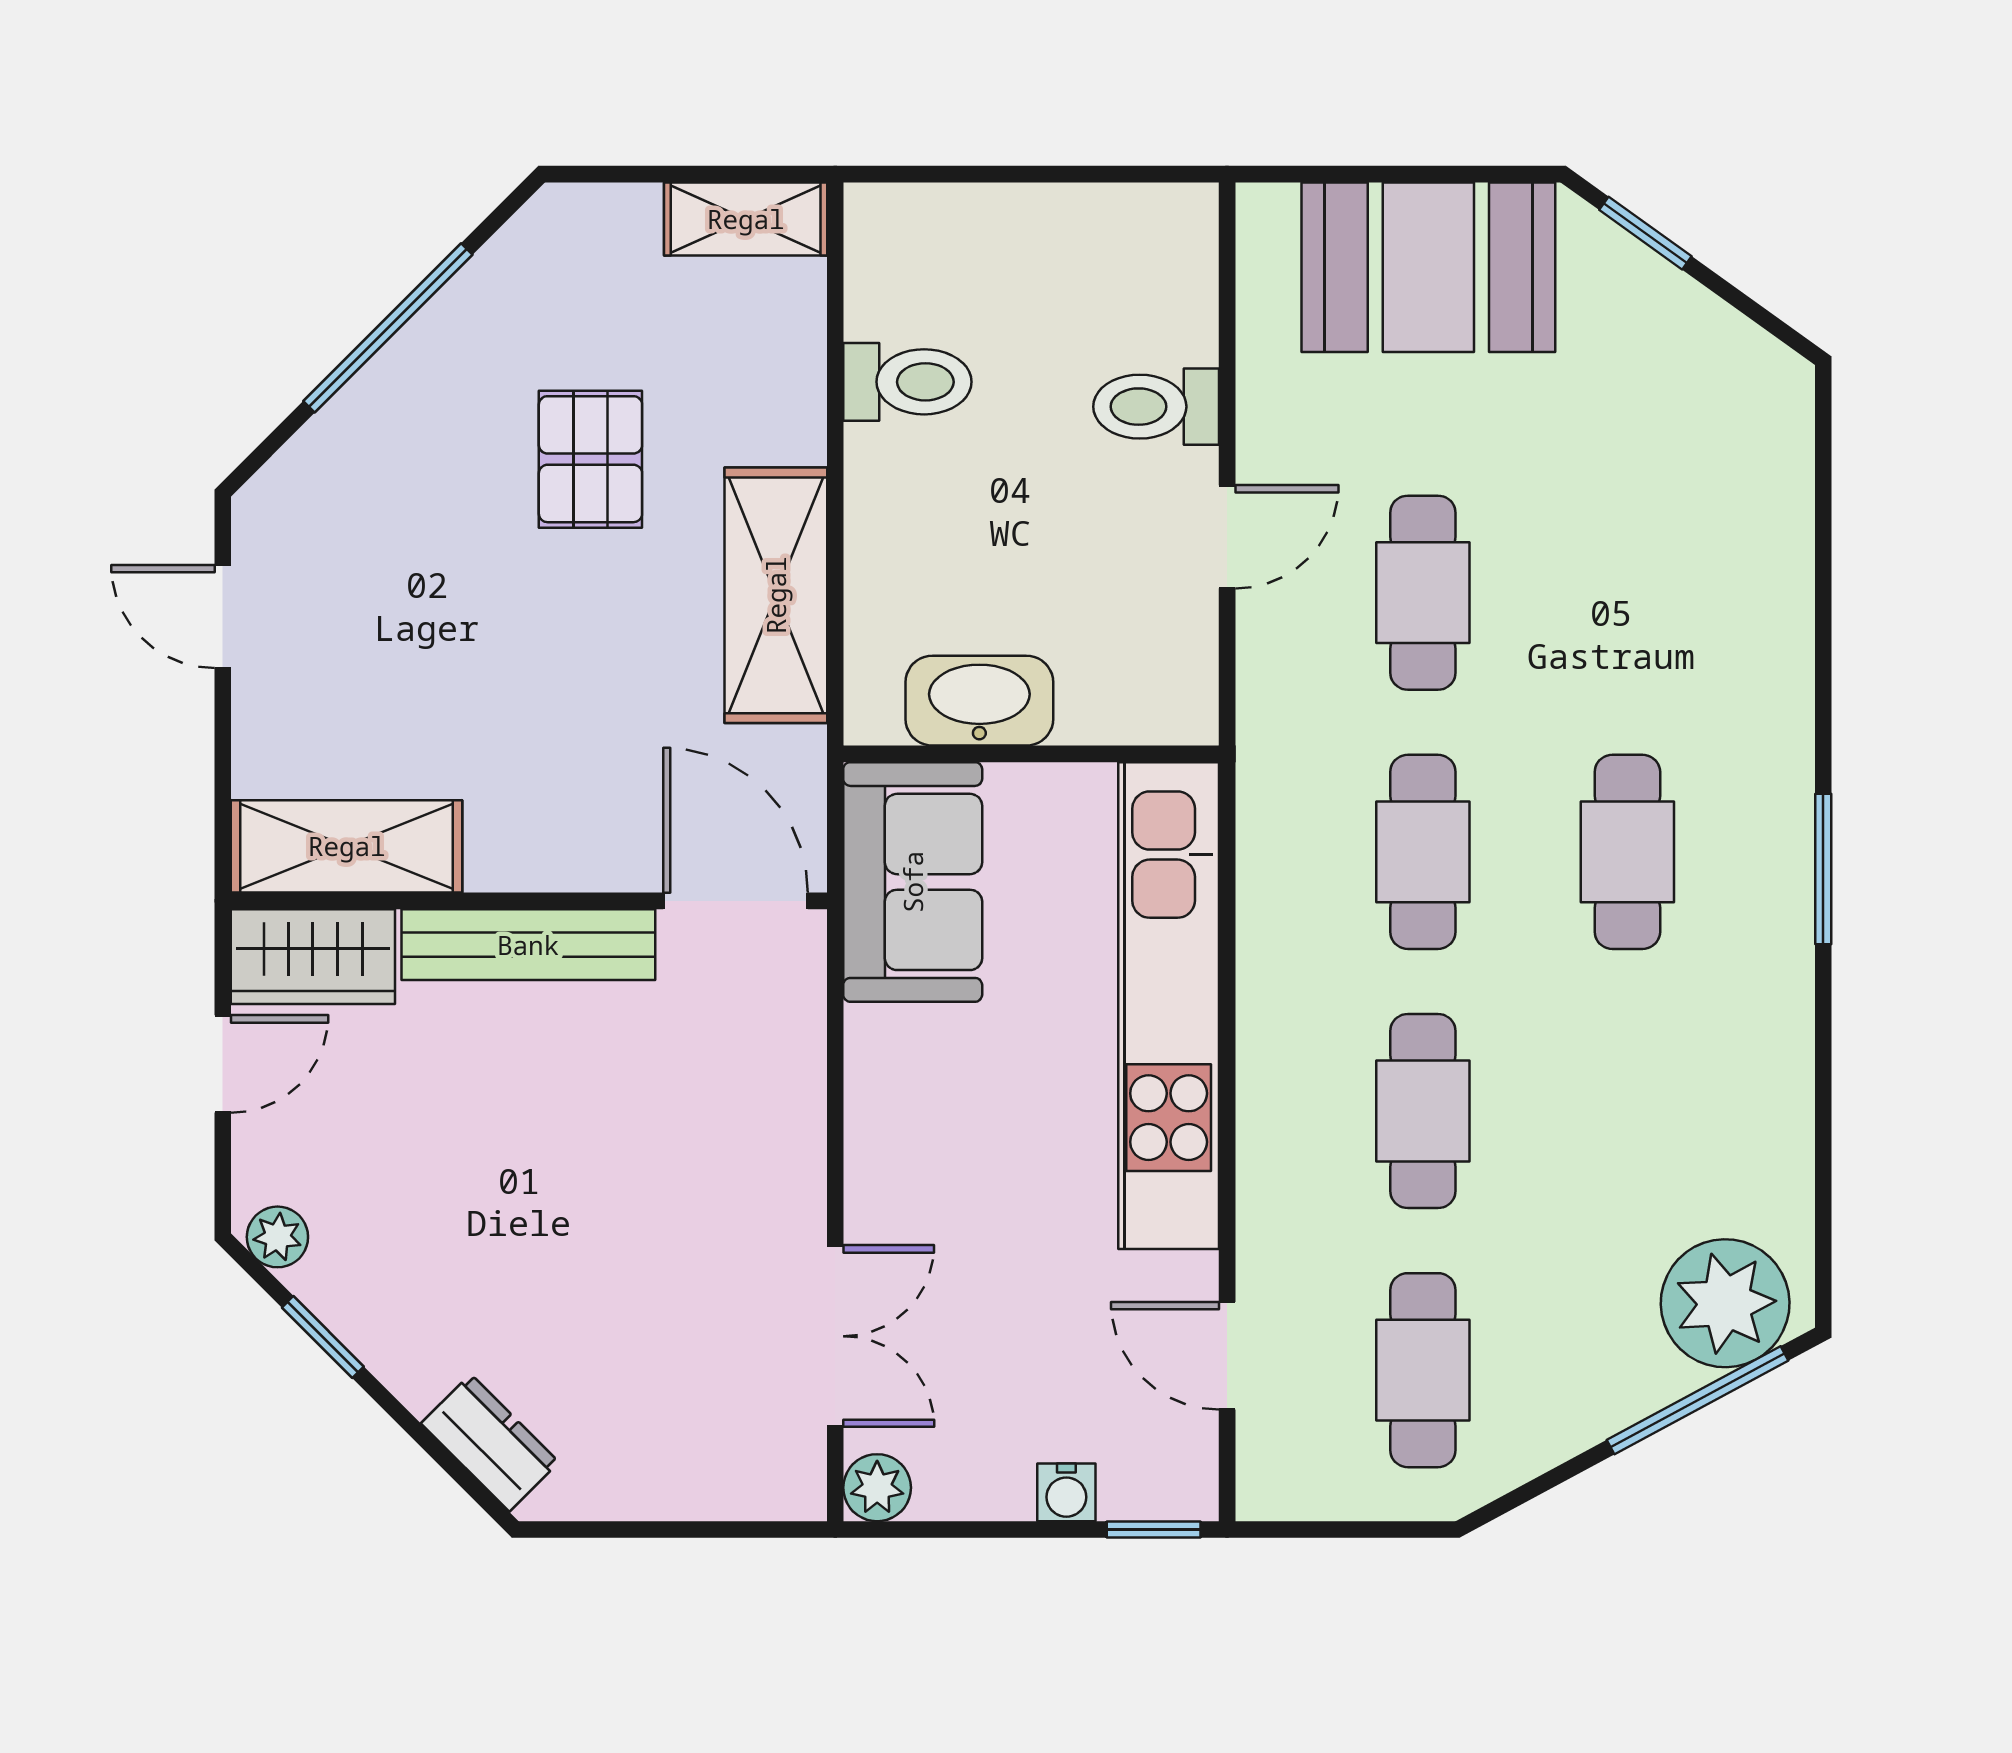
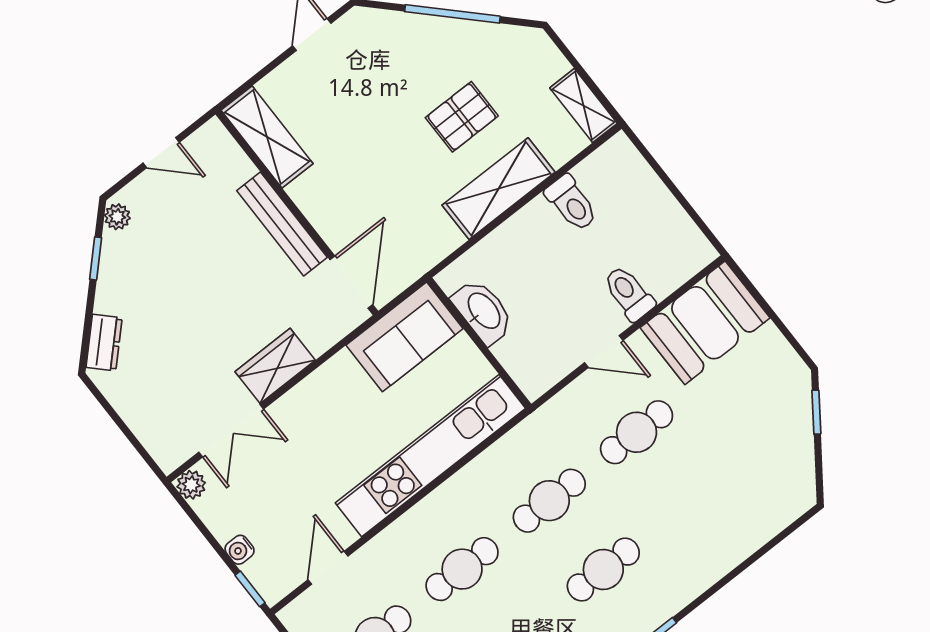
booth: (1428, 267) -> (705, 323), moved, turned 90
shelving: (776, 595) -> (499, 189), moved
wardrobe: (313, 957) -> (275, 366), moved, turned 90

